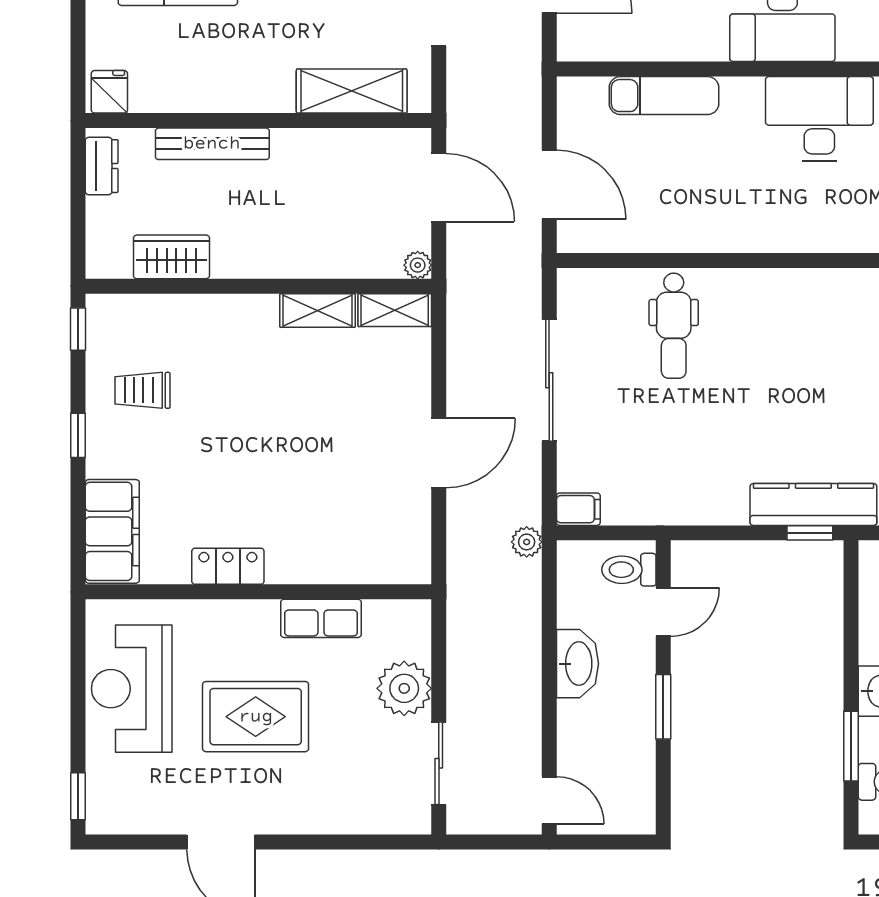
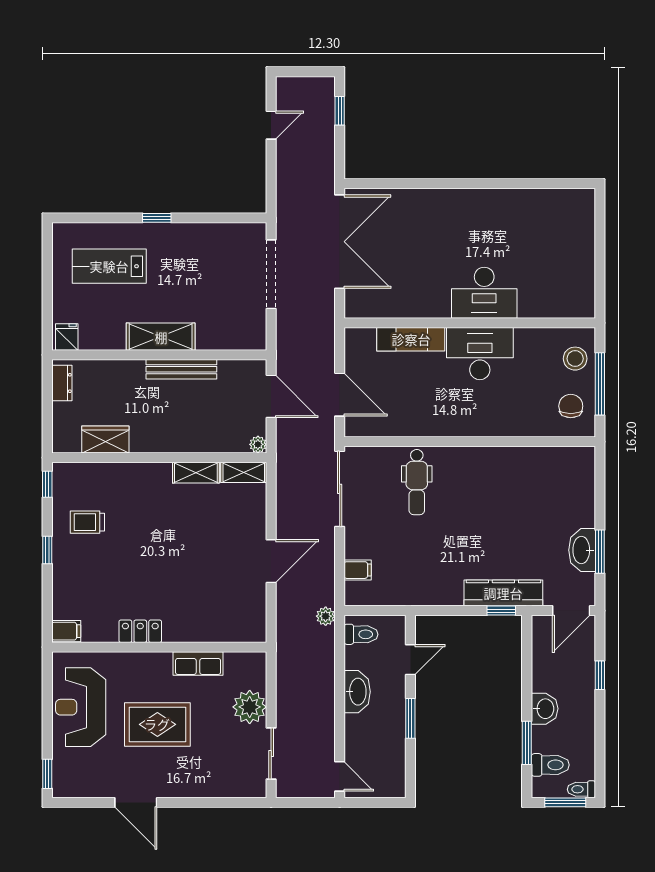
shelving: (352, 91) -> (161, 337), moved
desk: (819, 119) -> (480, 354), moved
bench: (212, 144) -> (181, 369), moved
sliding door: (549, 380) -> (340, 489), moved
filing cabinet: (578, 509) -> (358, 570), moved
filing cabinet: (112, 531) -> (66, 631), width x0.33, depth x0.86
toilet: (629, 570) -> (361, 634), moved, turned 180

